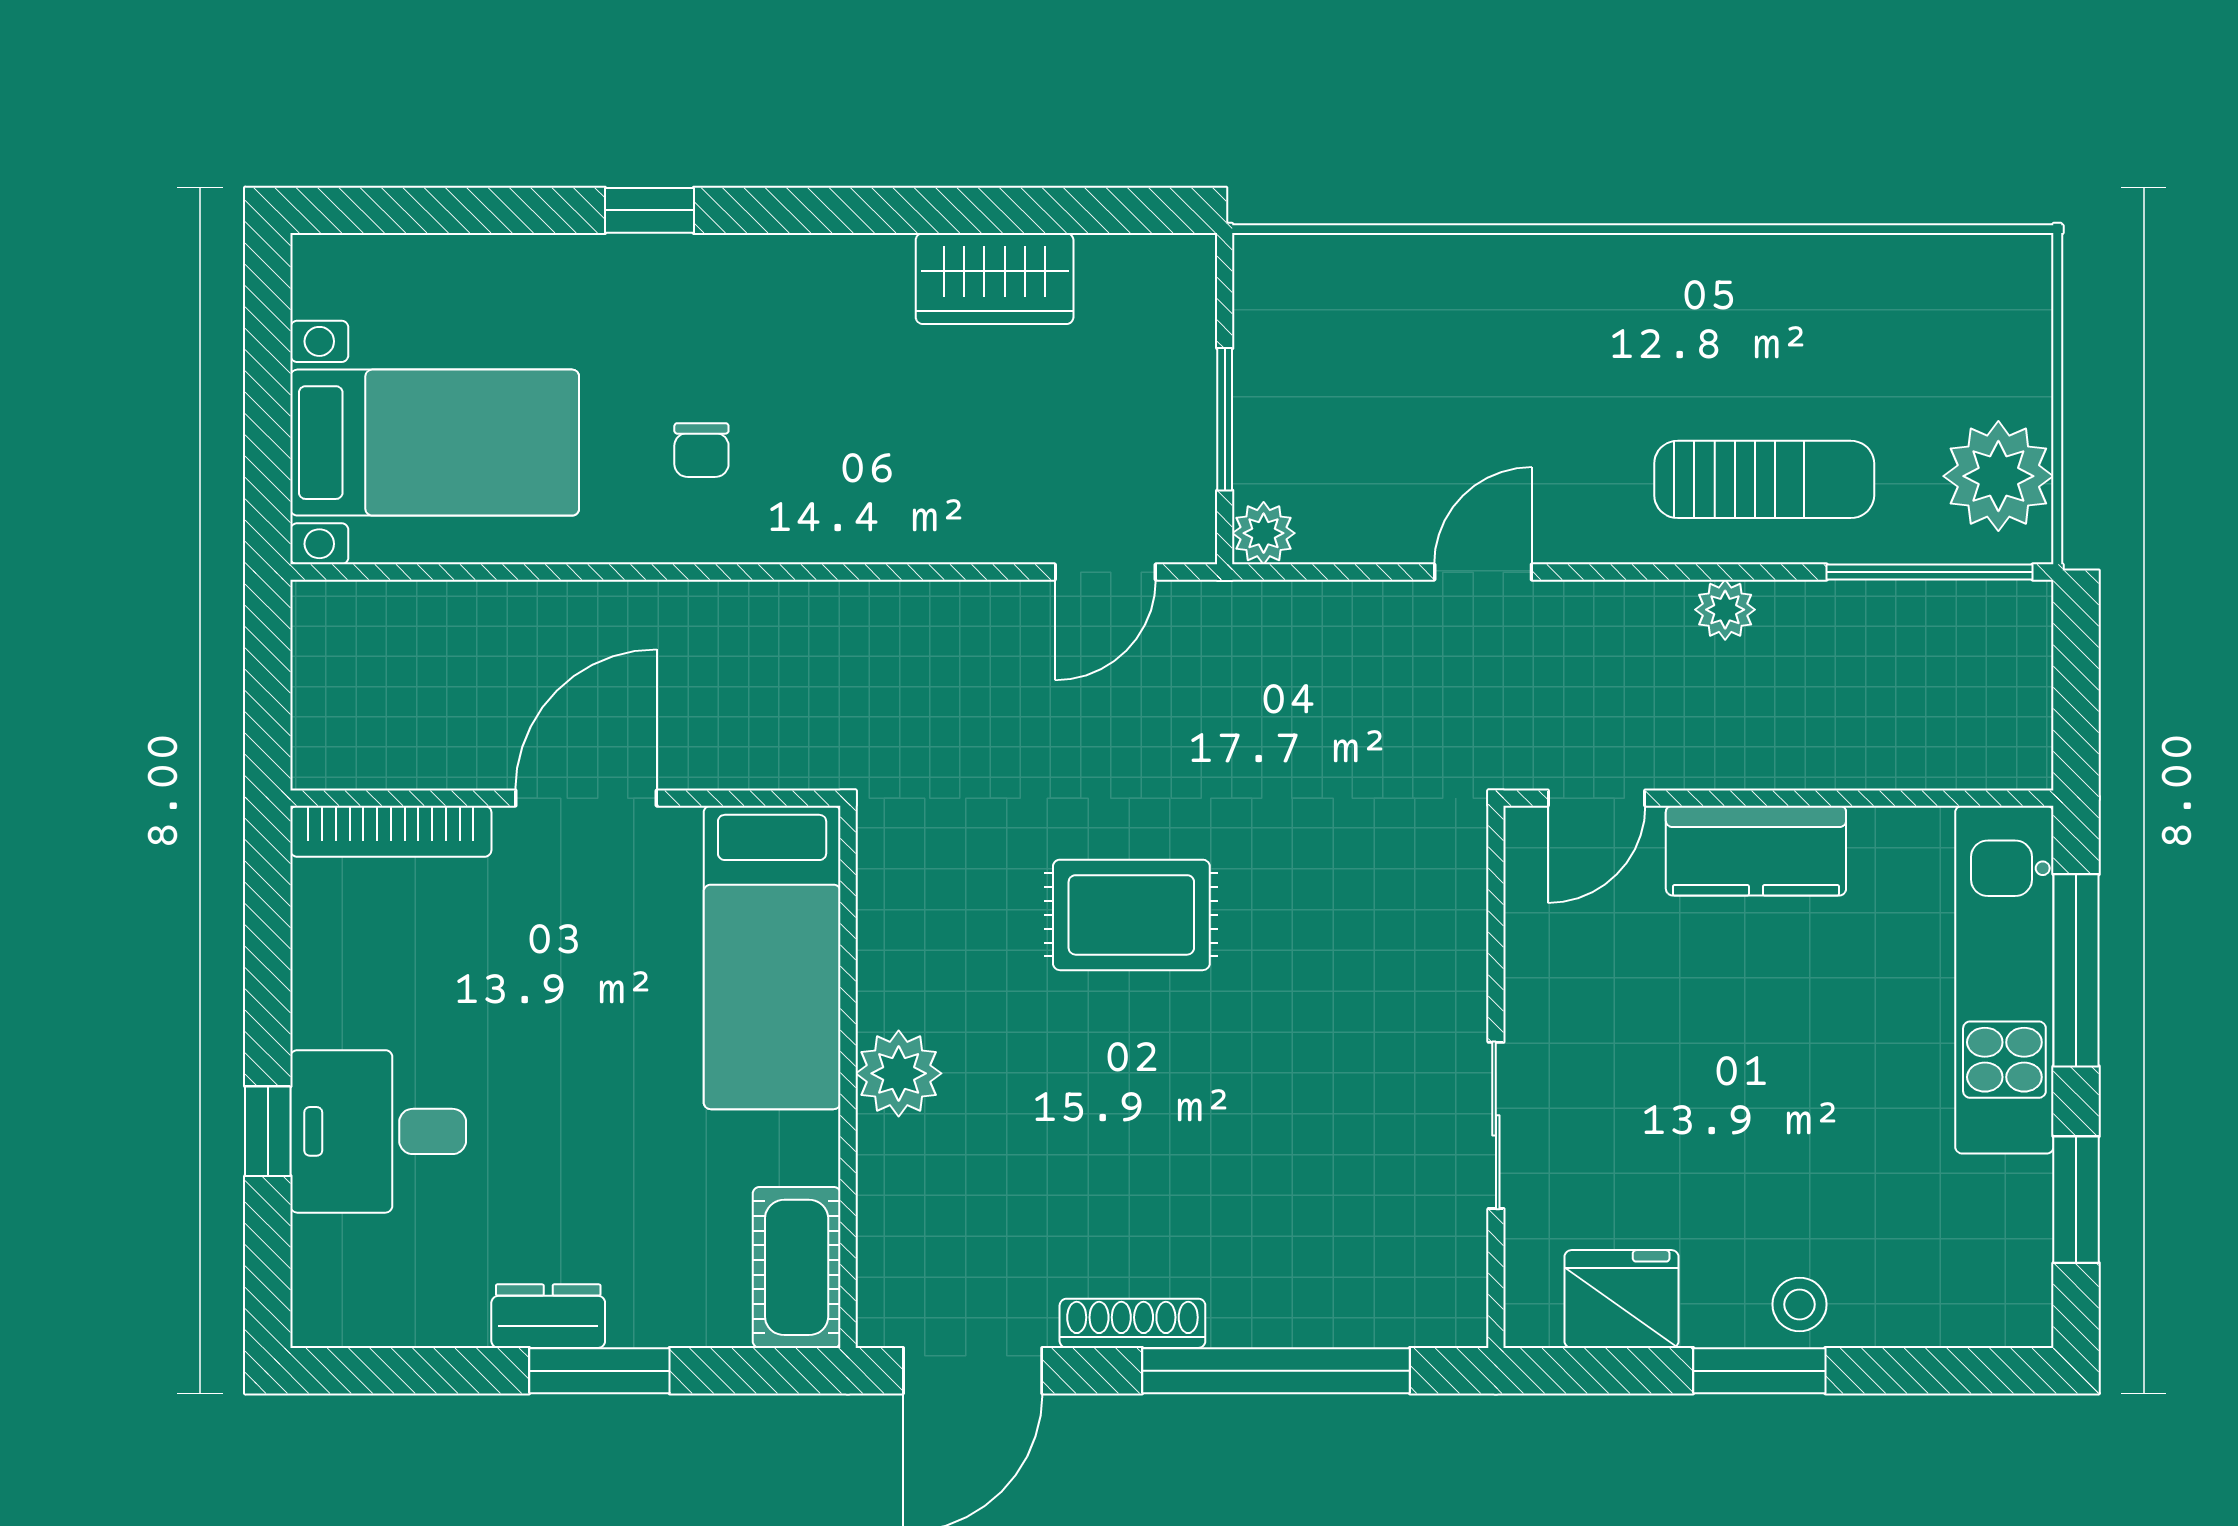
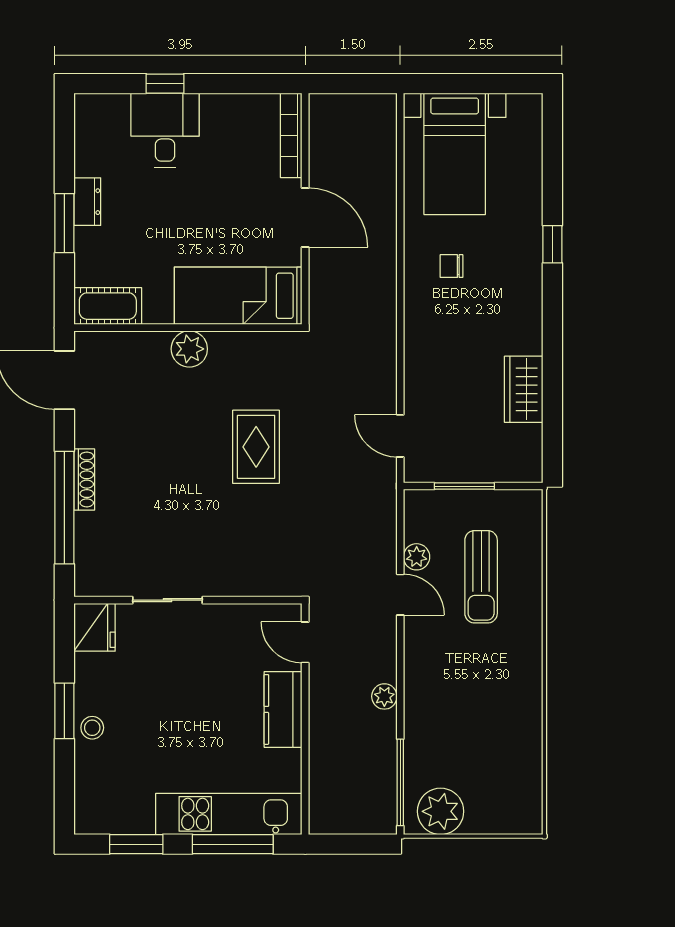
sun lounger: (1764, 479) -> (481, 577), moved
plant: (1264, 533) -> (417, 557), moved
fridge: (1622, 1299) -> (95, 627), moved
shoe rack: (1132, 1323) -> (84, 479), moved

